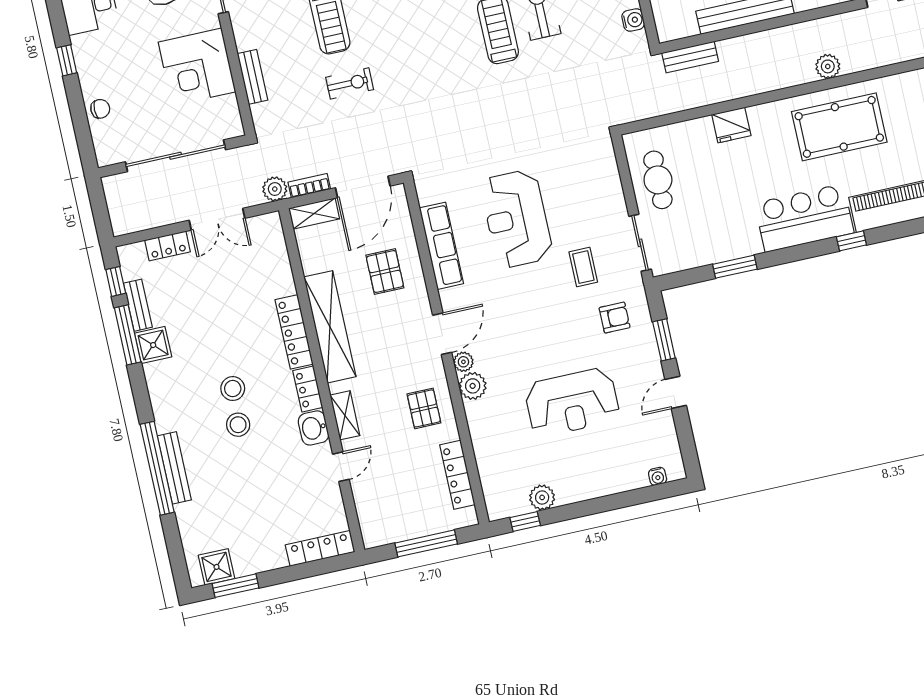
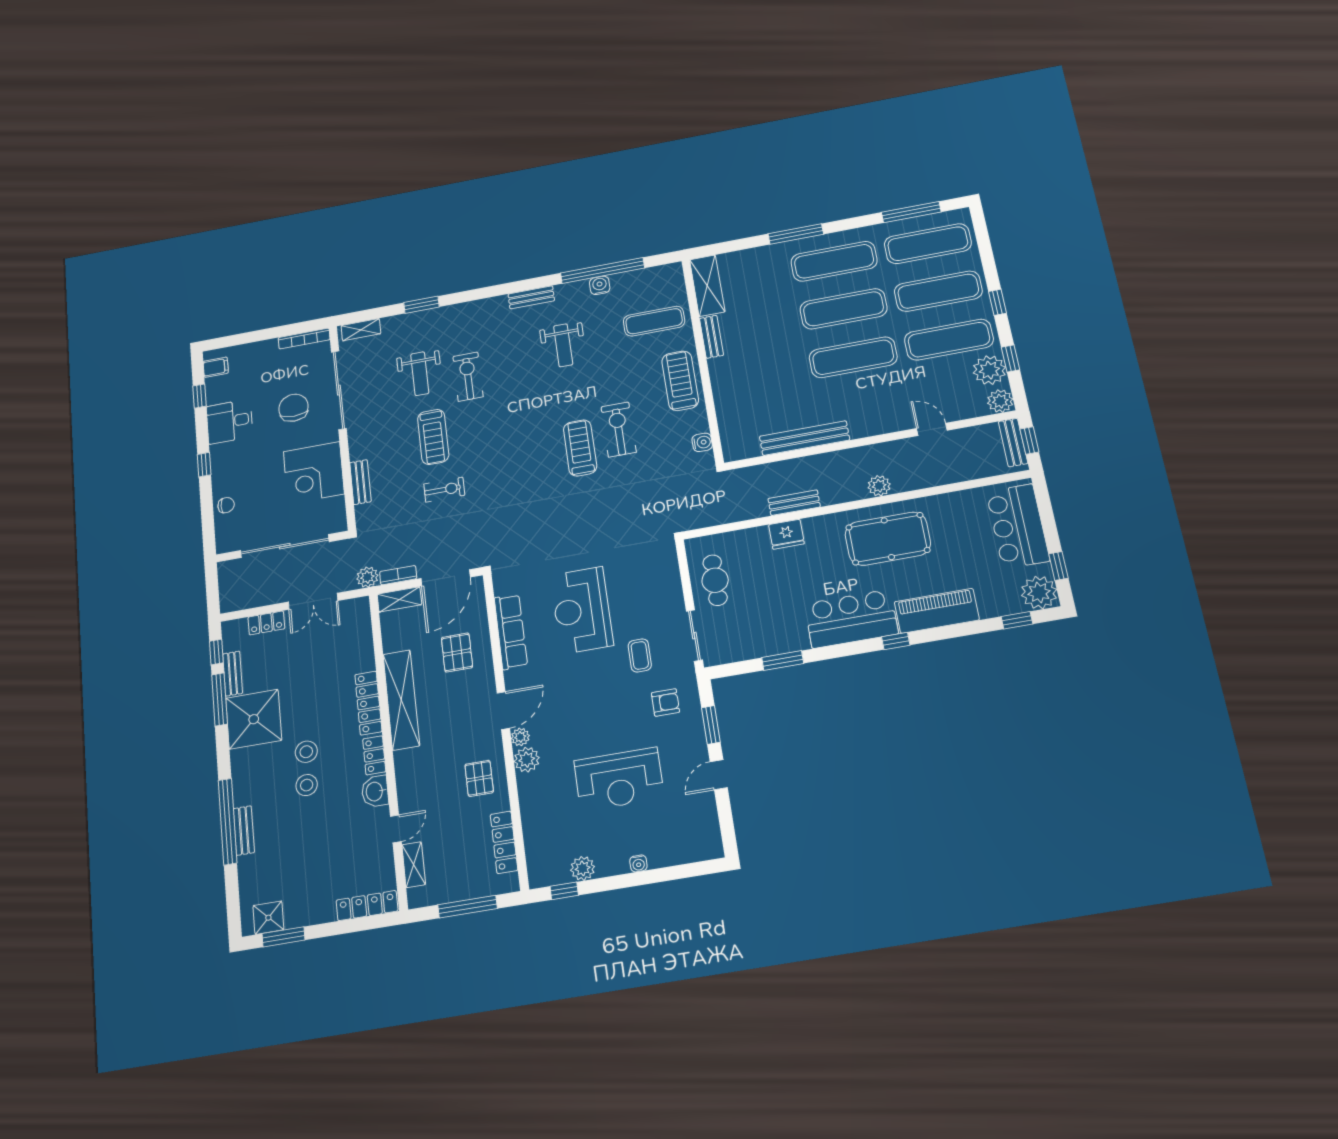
bench: (690, 57) -> (794, 503), moved
shower: (153, 345) -> (254, 719), width x1.86, depth x1.86
shelving: (345, 415) -> (414, 865), moved
bench: (174, 468) -> (244, 831), width x0.73
water cooler: (658, 476) -> (638, 863), moved

